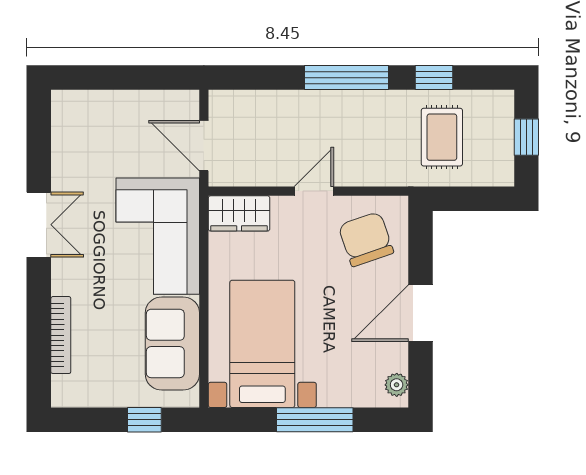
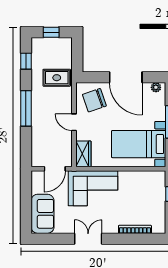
window: (434, 78) -> (26, 61), moved
rug: (442, 137) -> (57, 78), moved
door: (420, 313) -> (126, 77), width x1.36
sofa: (172, 343) -> (42, 214), moved, turned -90

